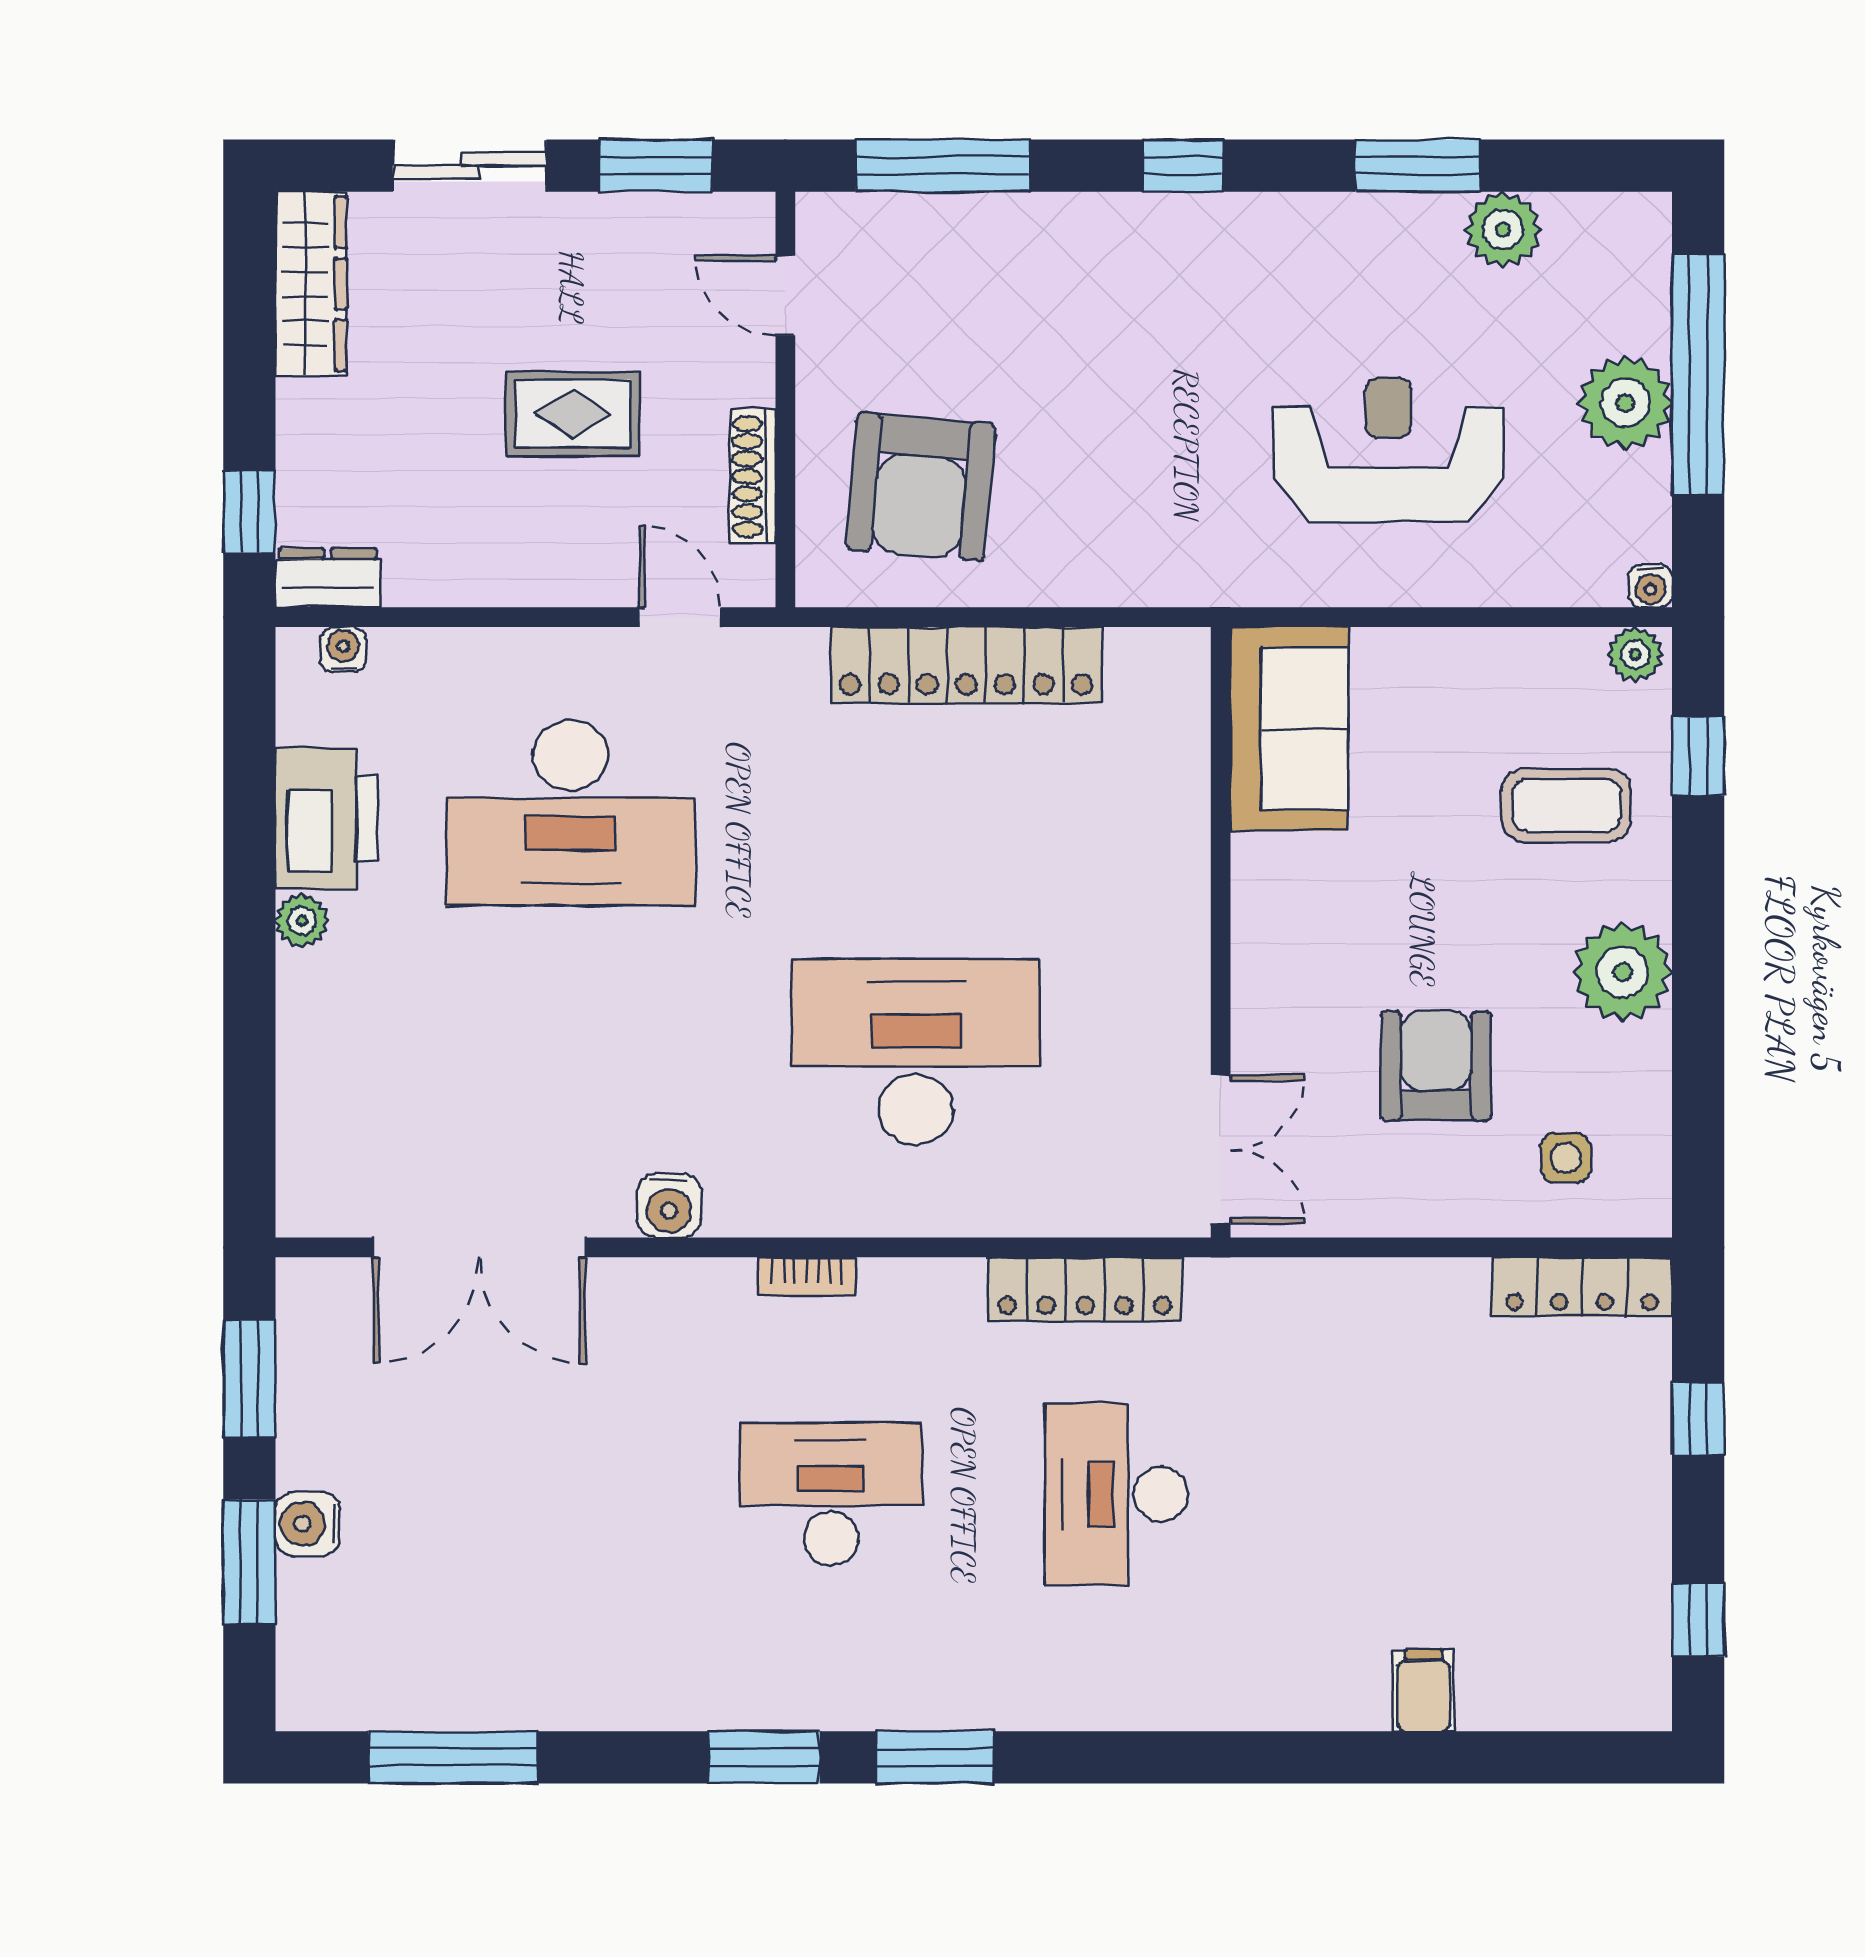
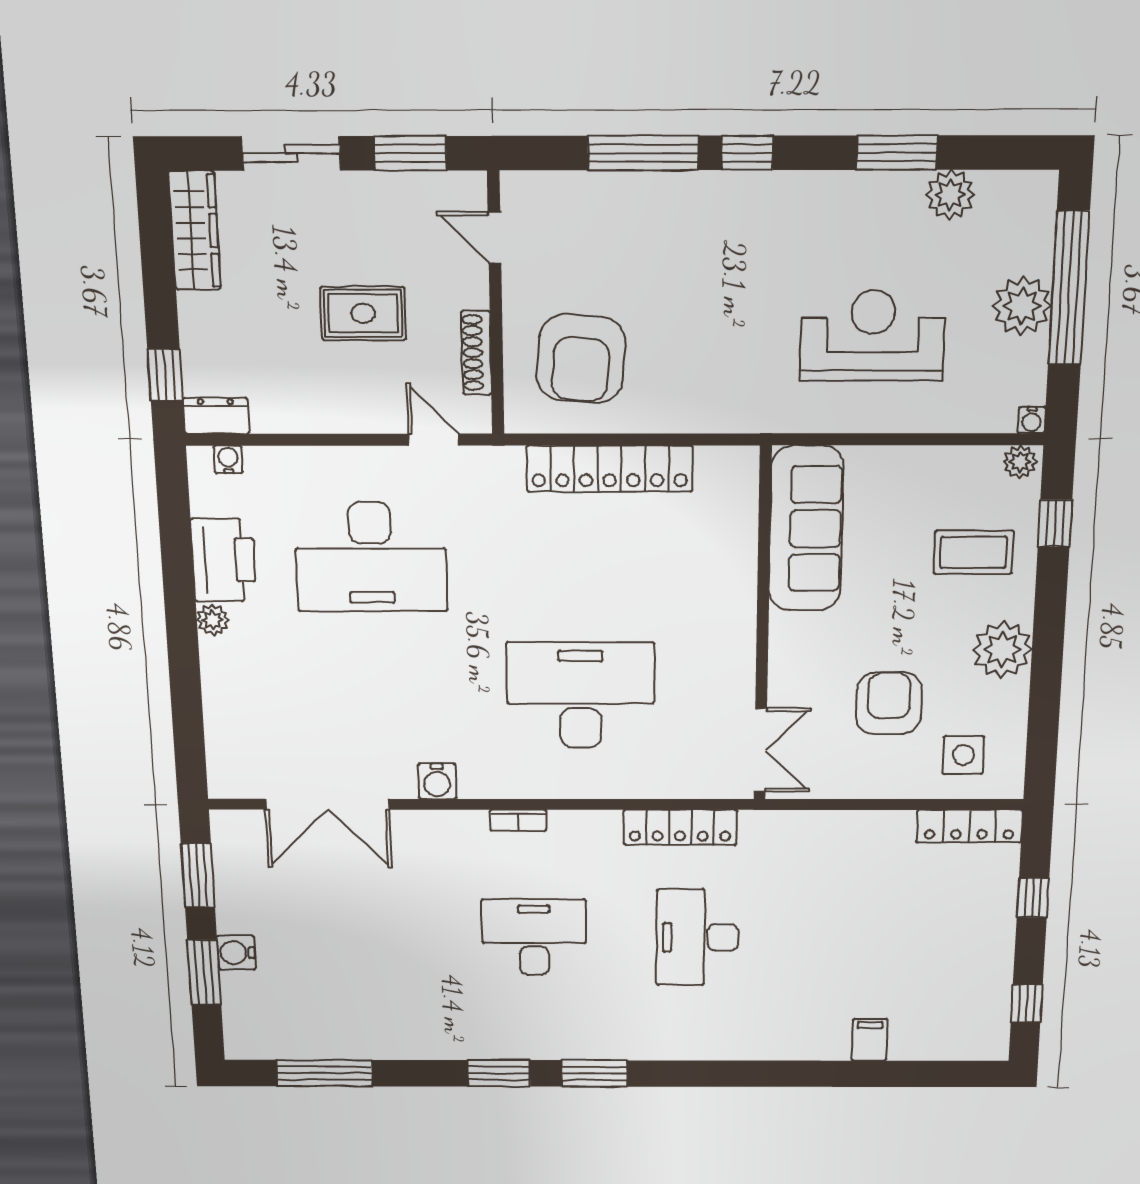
window: (943, 166) -> (643, 153), moved
sofa: (1289, 729) -> (806, 529), width x1.36
side table: (1566, 1158) -> (963, 755), width x1.37, depth x1.37

